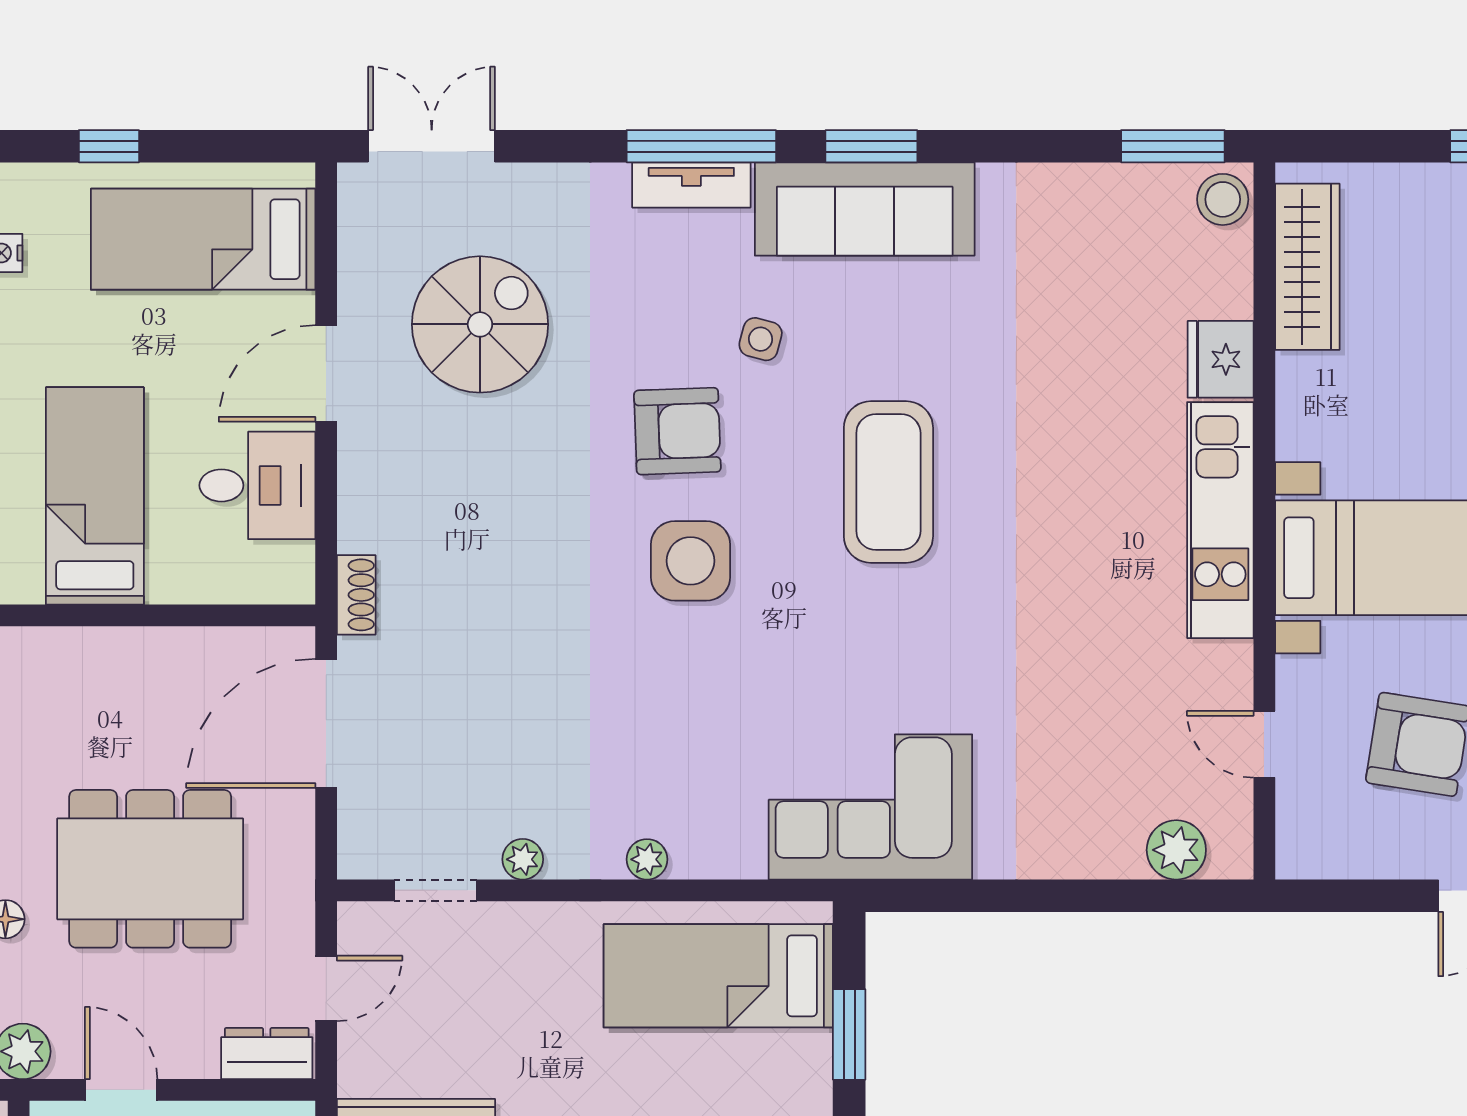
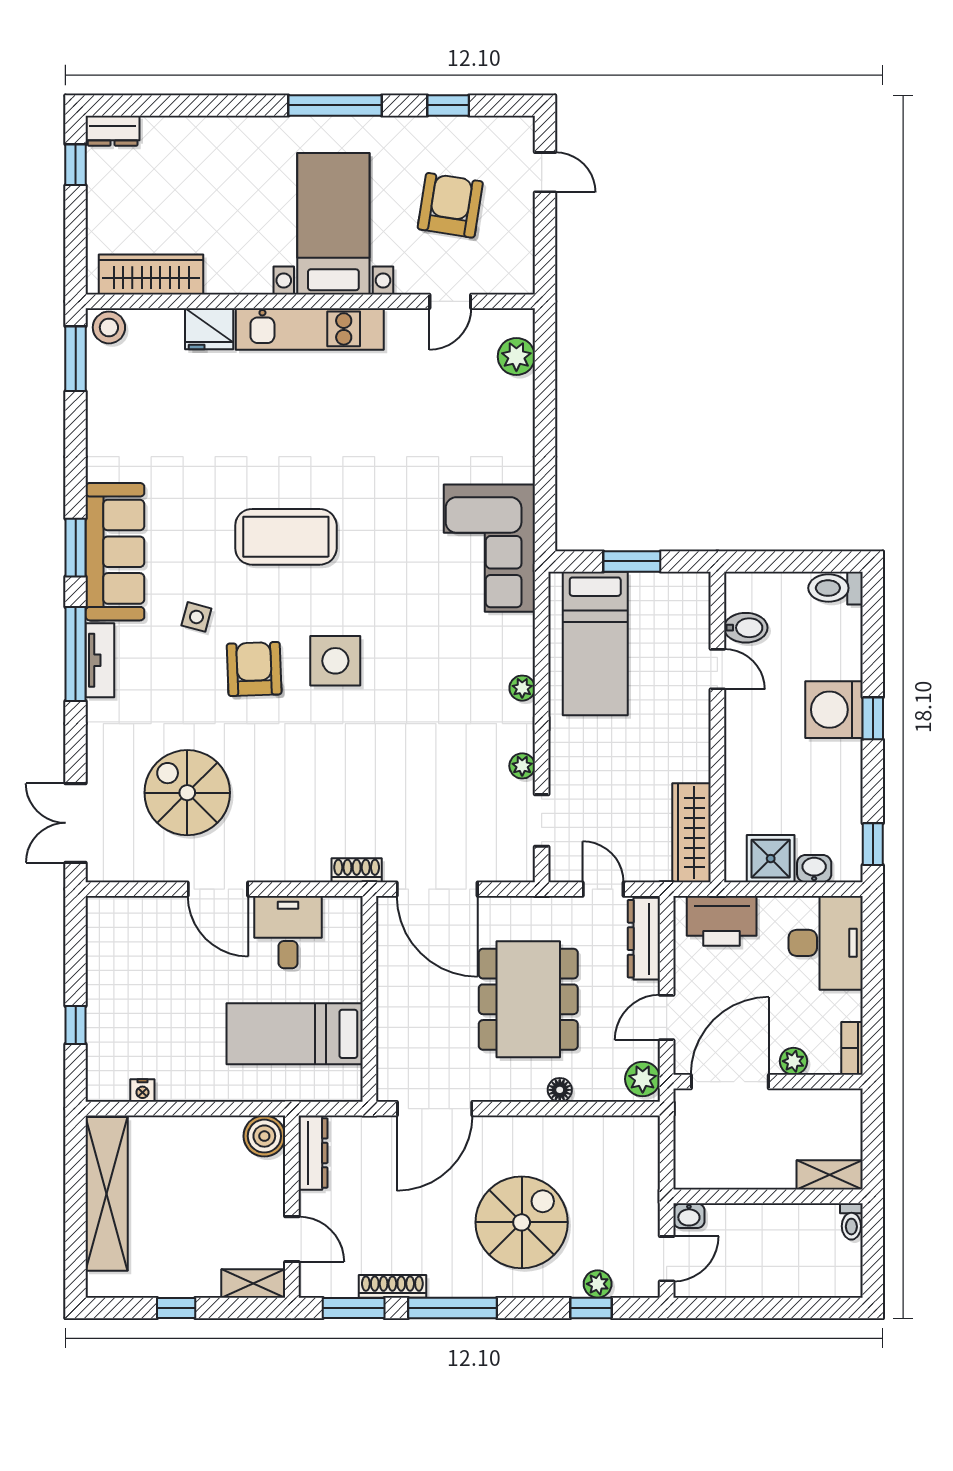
bed: (203, 239) -> (134, 966), removed
dresser: (267, 1054) -> (644, 939), width x1.44

